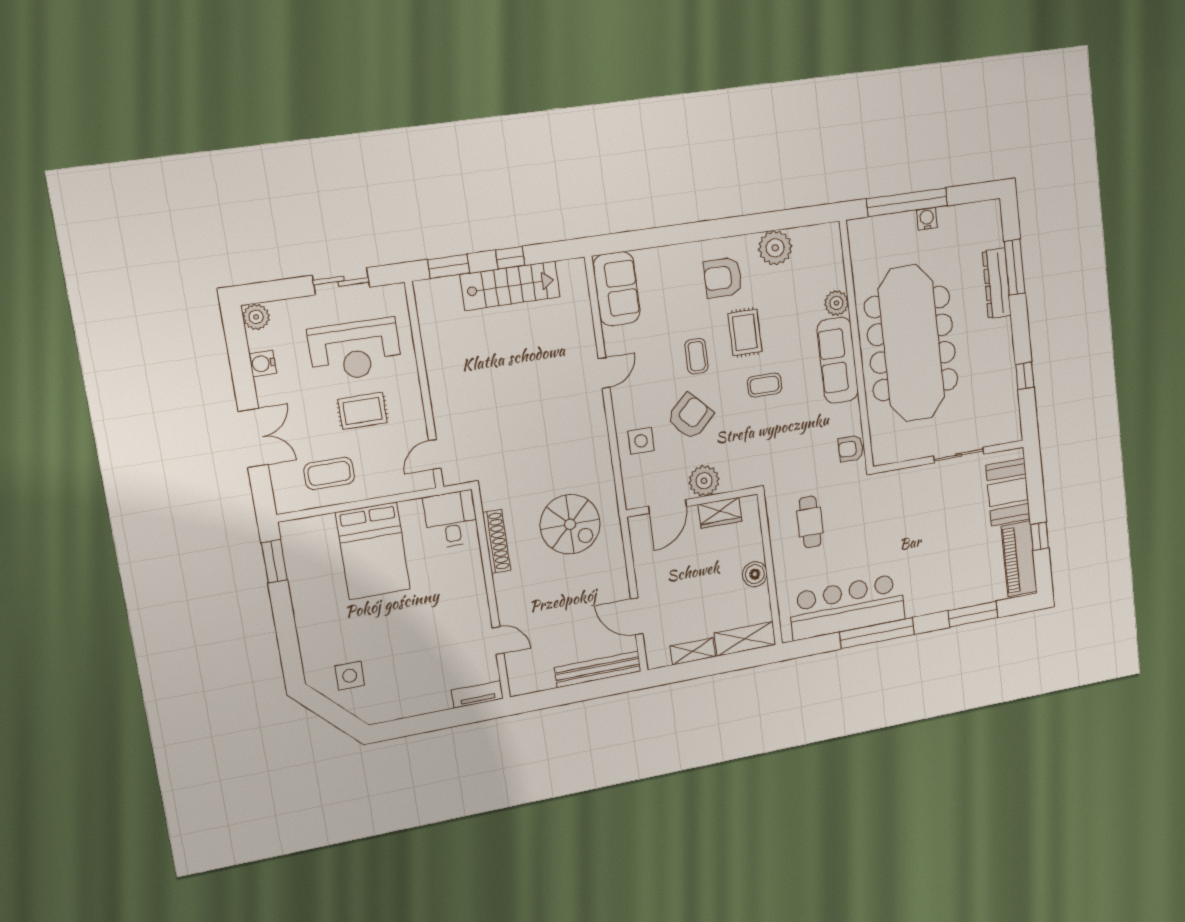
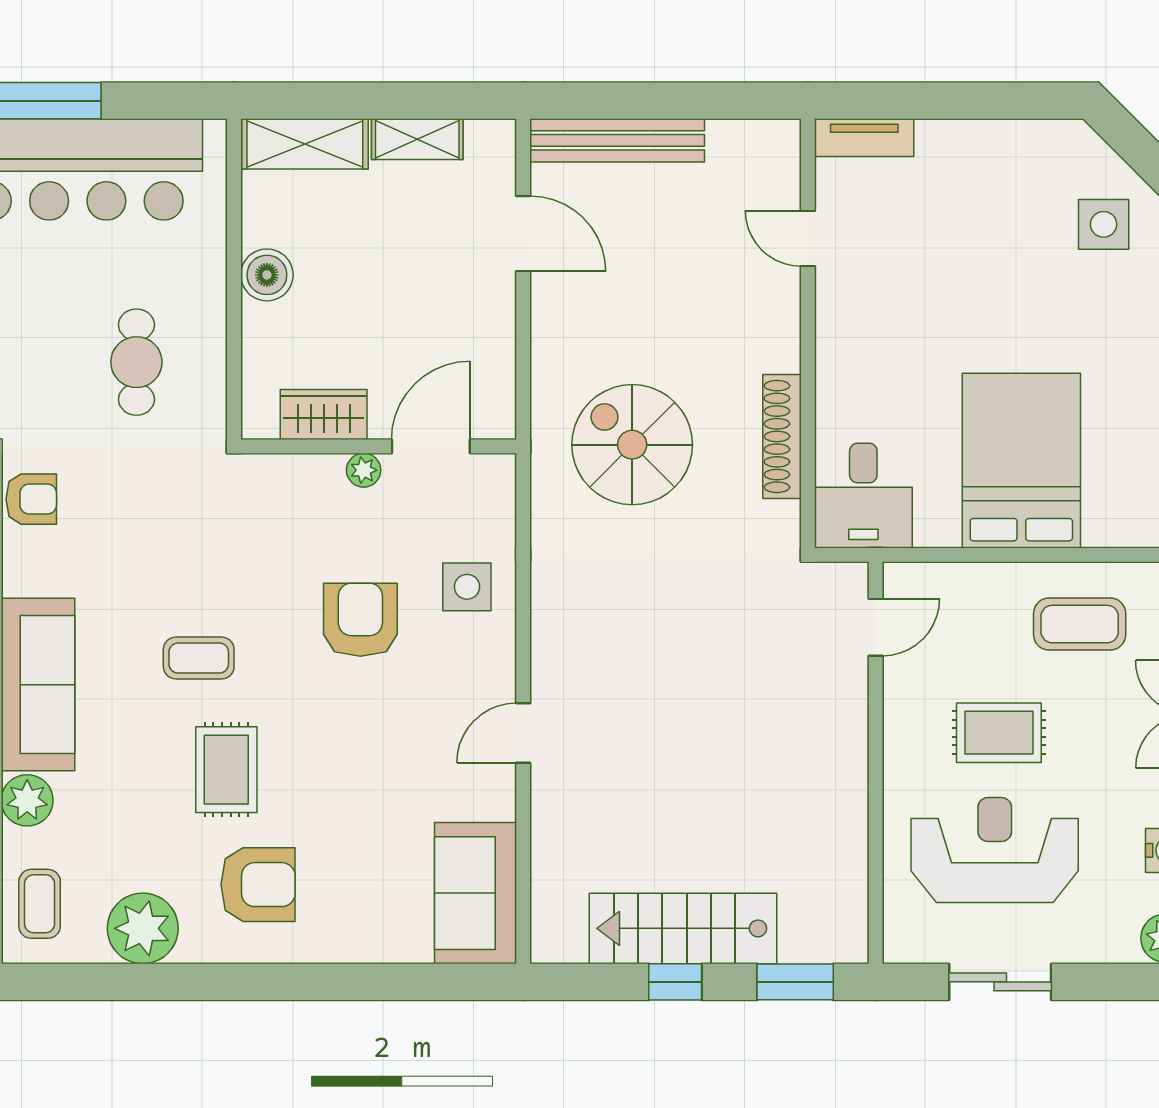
coffee table: (697, 356) -> (40, 904), moved
armchair: (690, 416) -> (360, 620), turned 134
plant: (704, 481) -> (364, 470), width x0.53, depth x0.53

